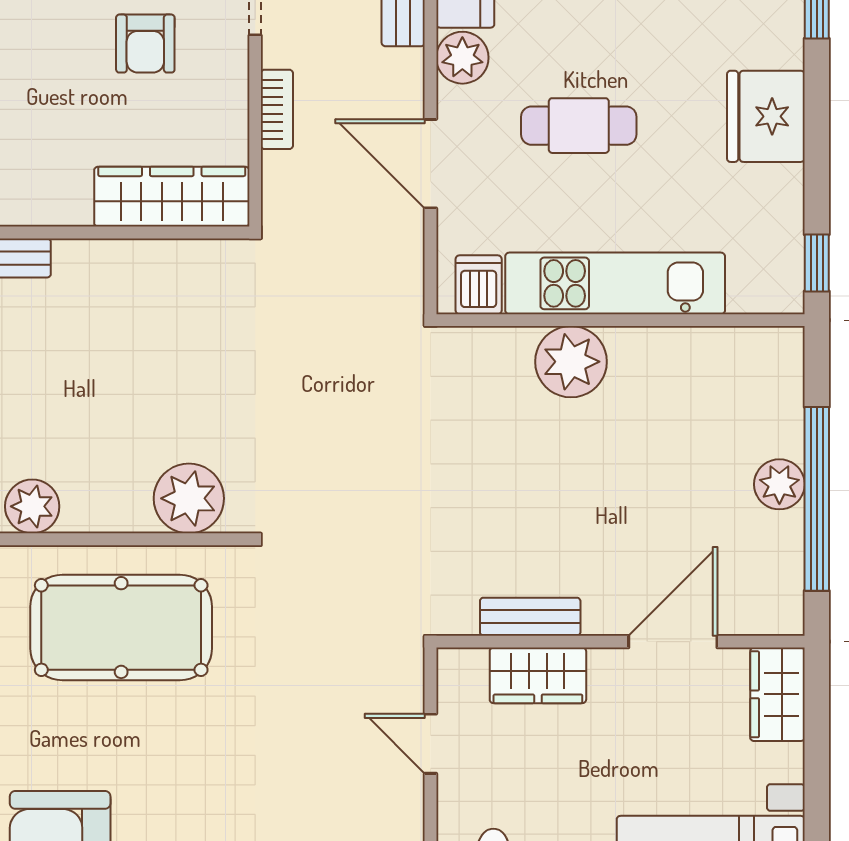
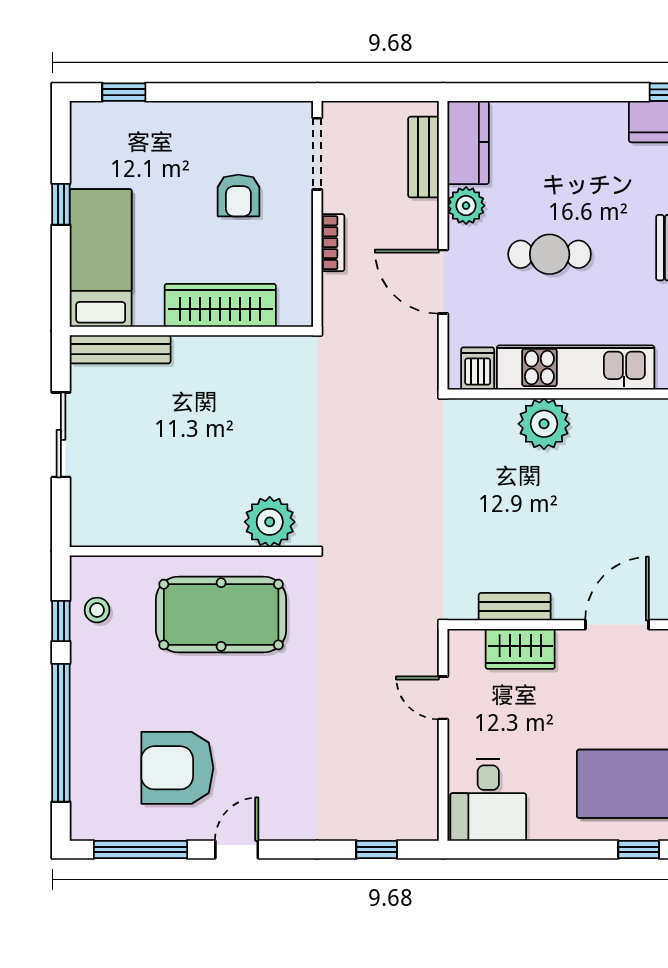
wardrobe: (172, 197) -> (220, 305), moved
plant: (32, 506) -> (157, 528), removed

